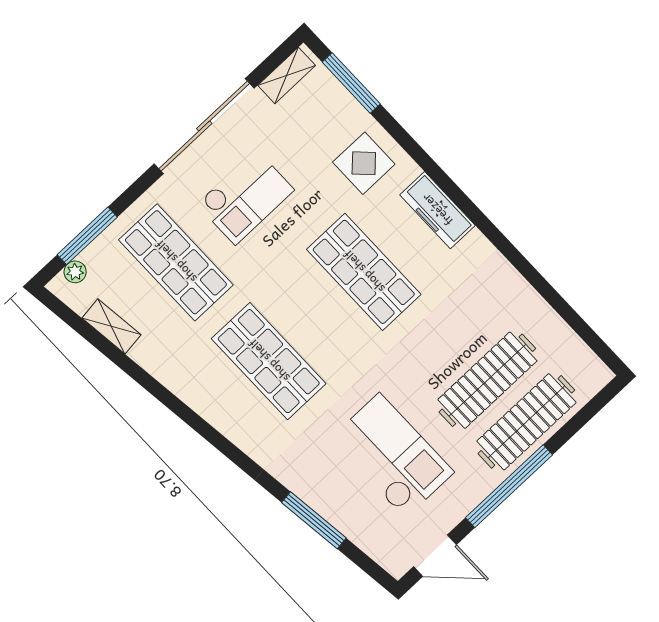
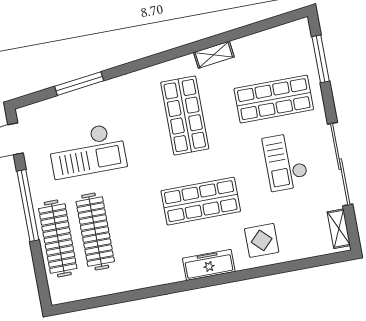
window: (351, 83) -> (311, 262), removed
plant: (75, 272) -> (305, 39), removed
shelving: (111, 326) -> (214, 55), moved
shop shelf: (269, 361) -> (185, 116), turned 90

